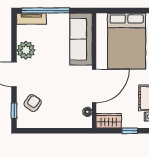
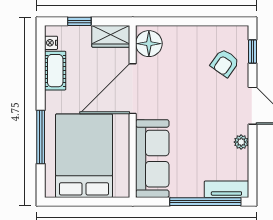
plant: (26, 50) -> (241, 142), width x0.53, depth x0.53
floor lamp: (87, 112) -> (149, 44), width x1.89, depth x1.89

